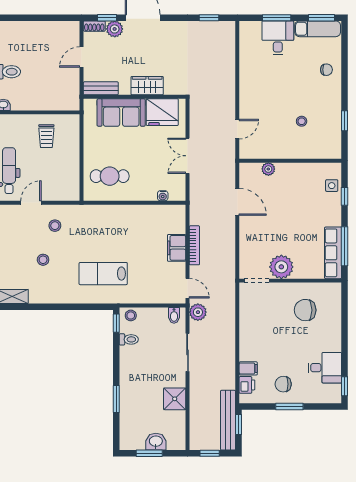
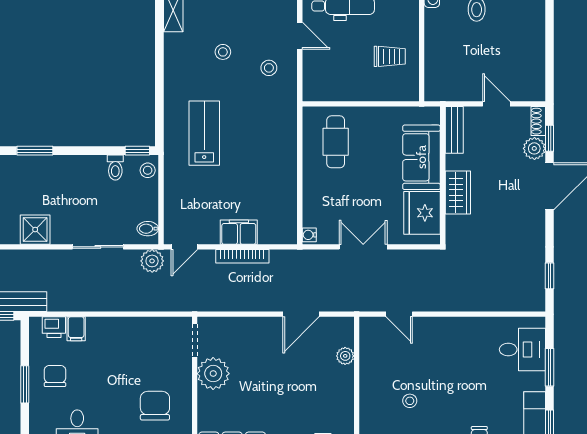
desk: (278, 38) -> (522, 350), moved
trolley: (46, 136) -> (390, 56), turned 180
water cooler: (163, 196) -> (309, 235), moved

